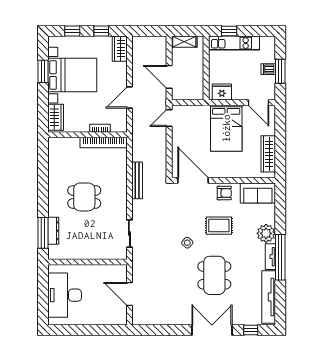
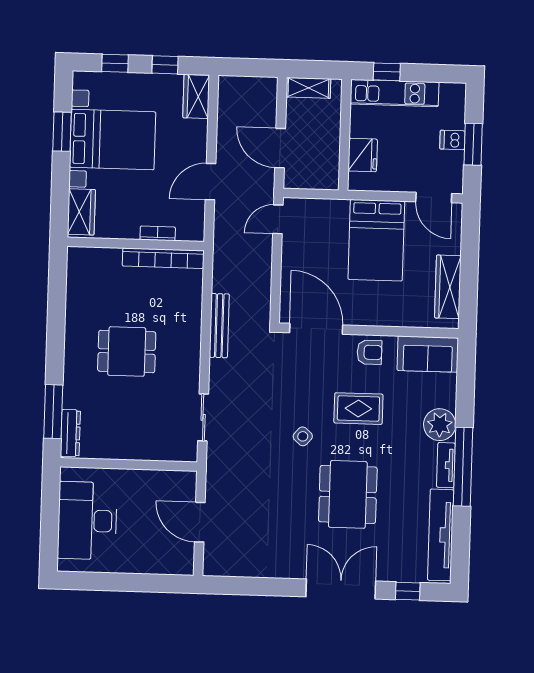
fridge: (222, 92) -> (363, 155), moved, turned 90
dresser: (53, 231) -> (70, 433), moved

